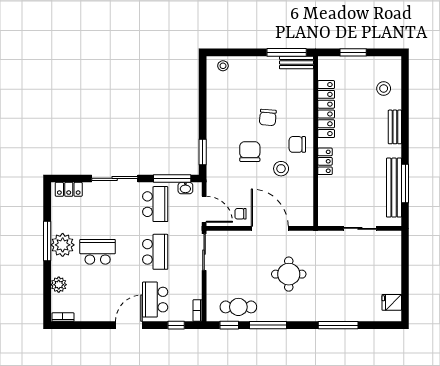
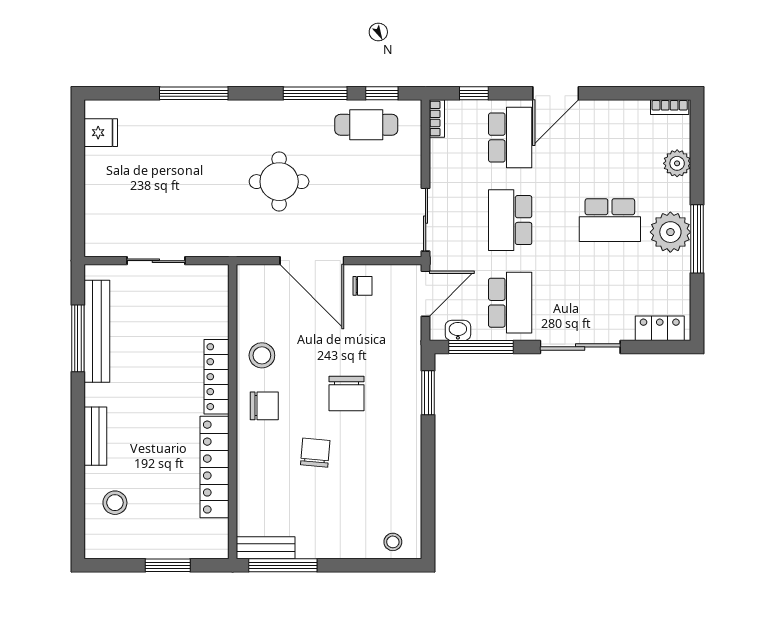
locker: (325, 161) -> (216, 377), width x1.53
stool: (281, 169) -> (262, 355), moved
school desk: (155, 204) -> (510, 303), turned 180
door: (204, 209) -> (426, 294), swing flipped

